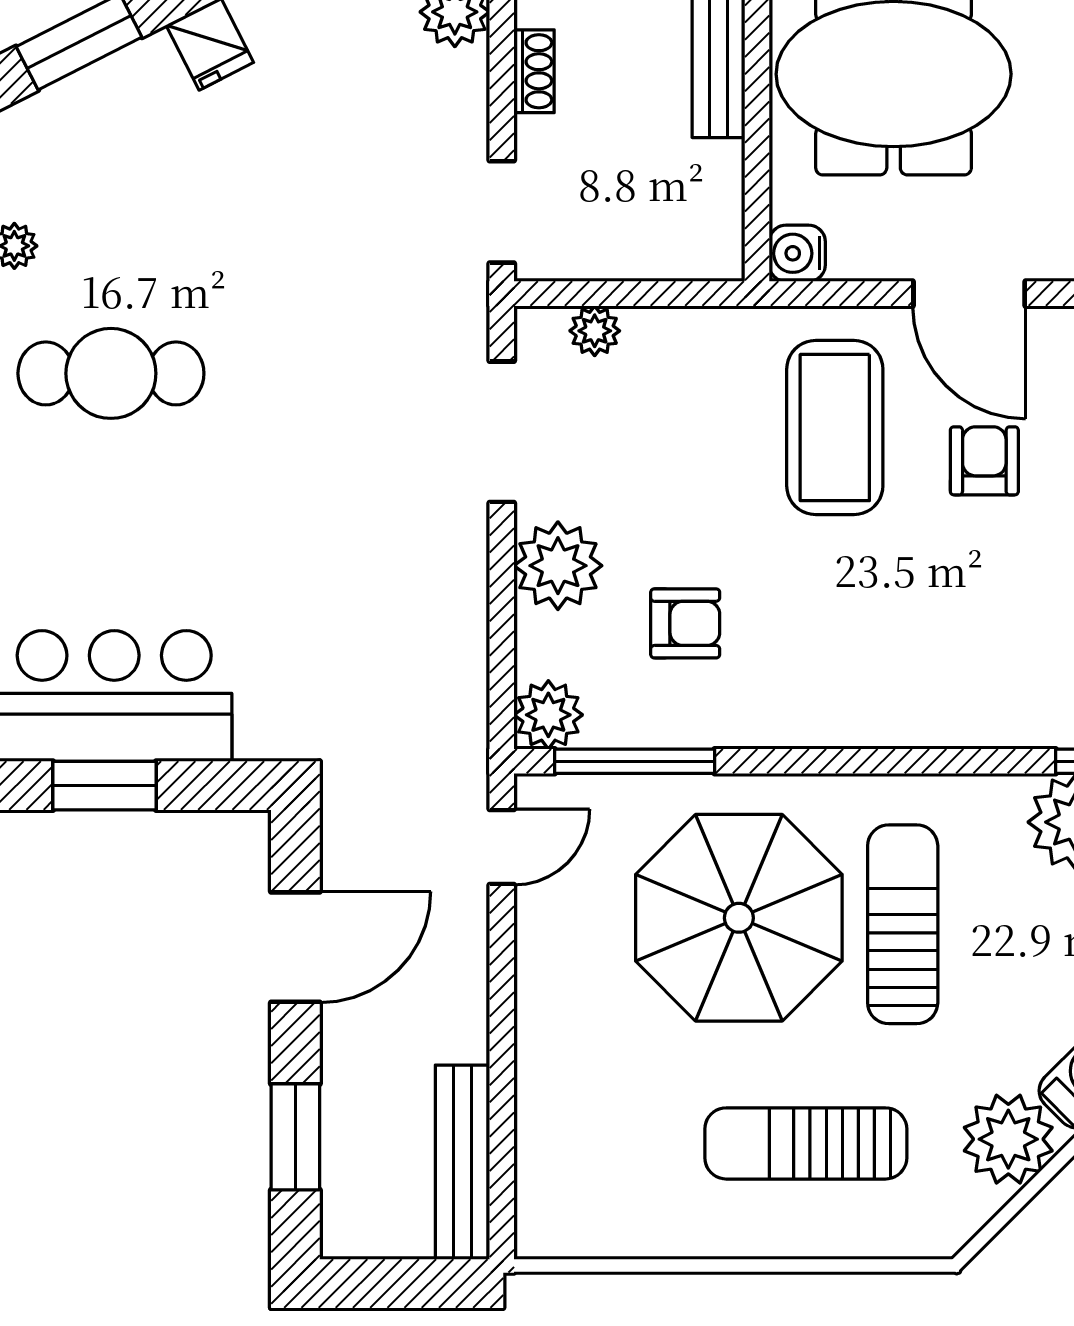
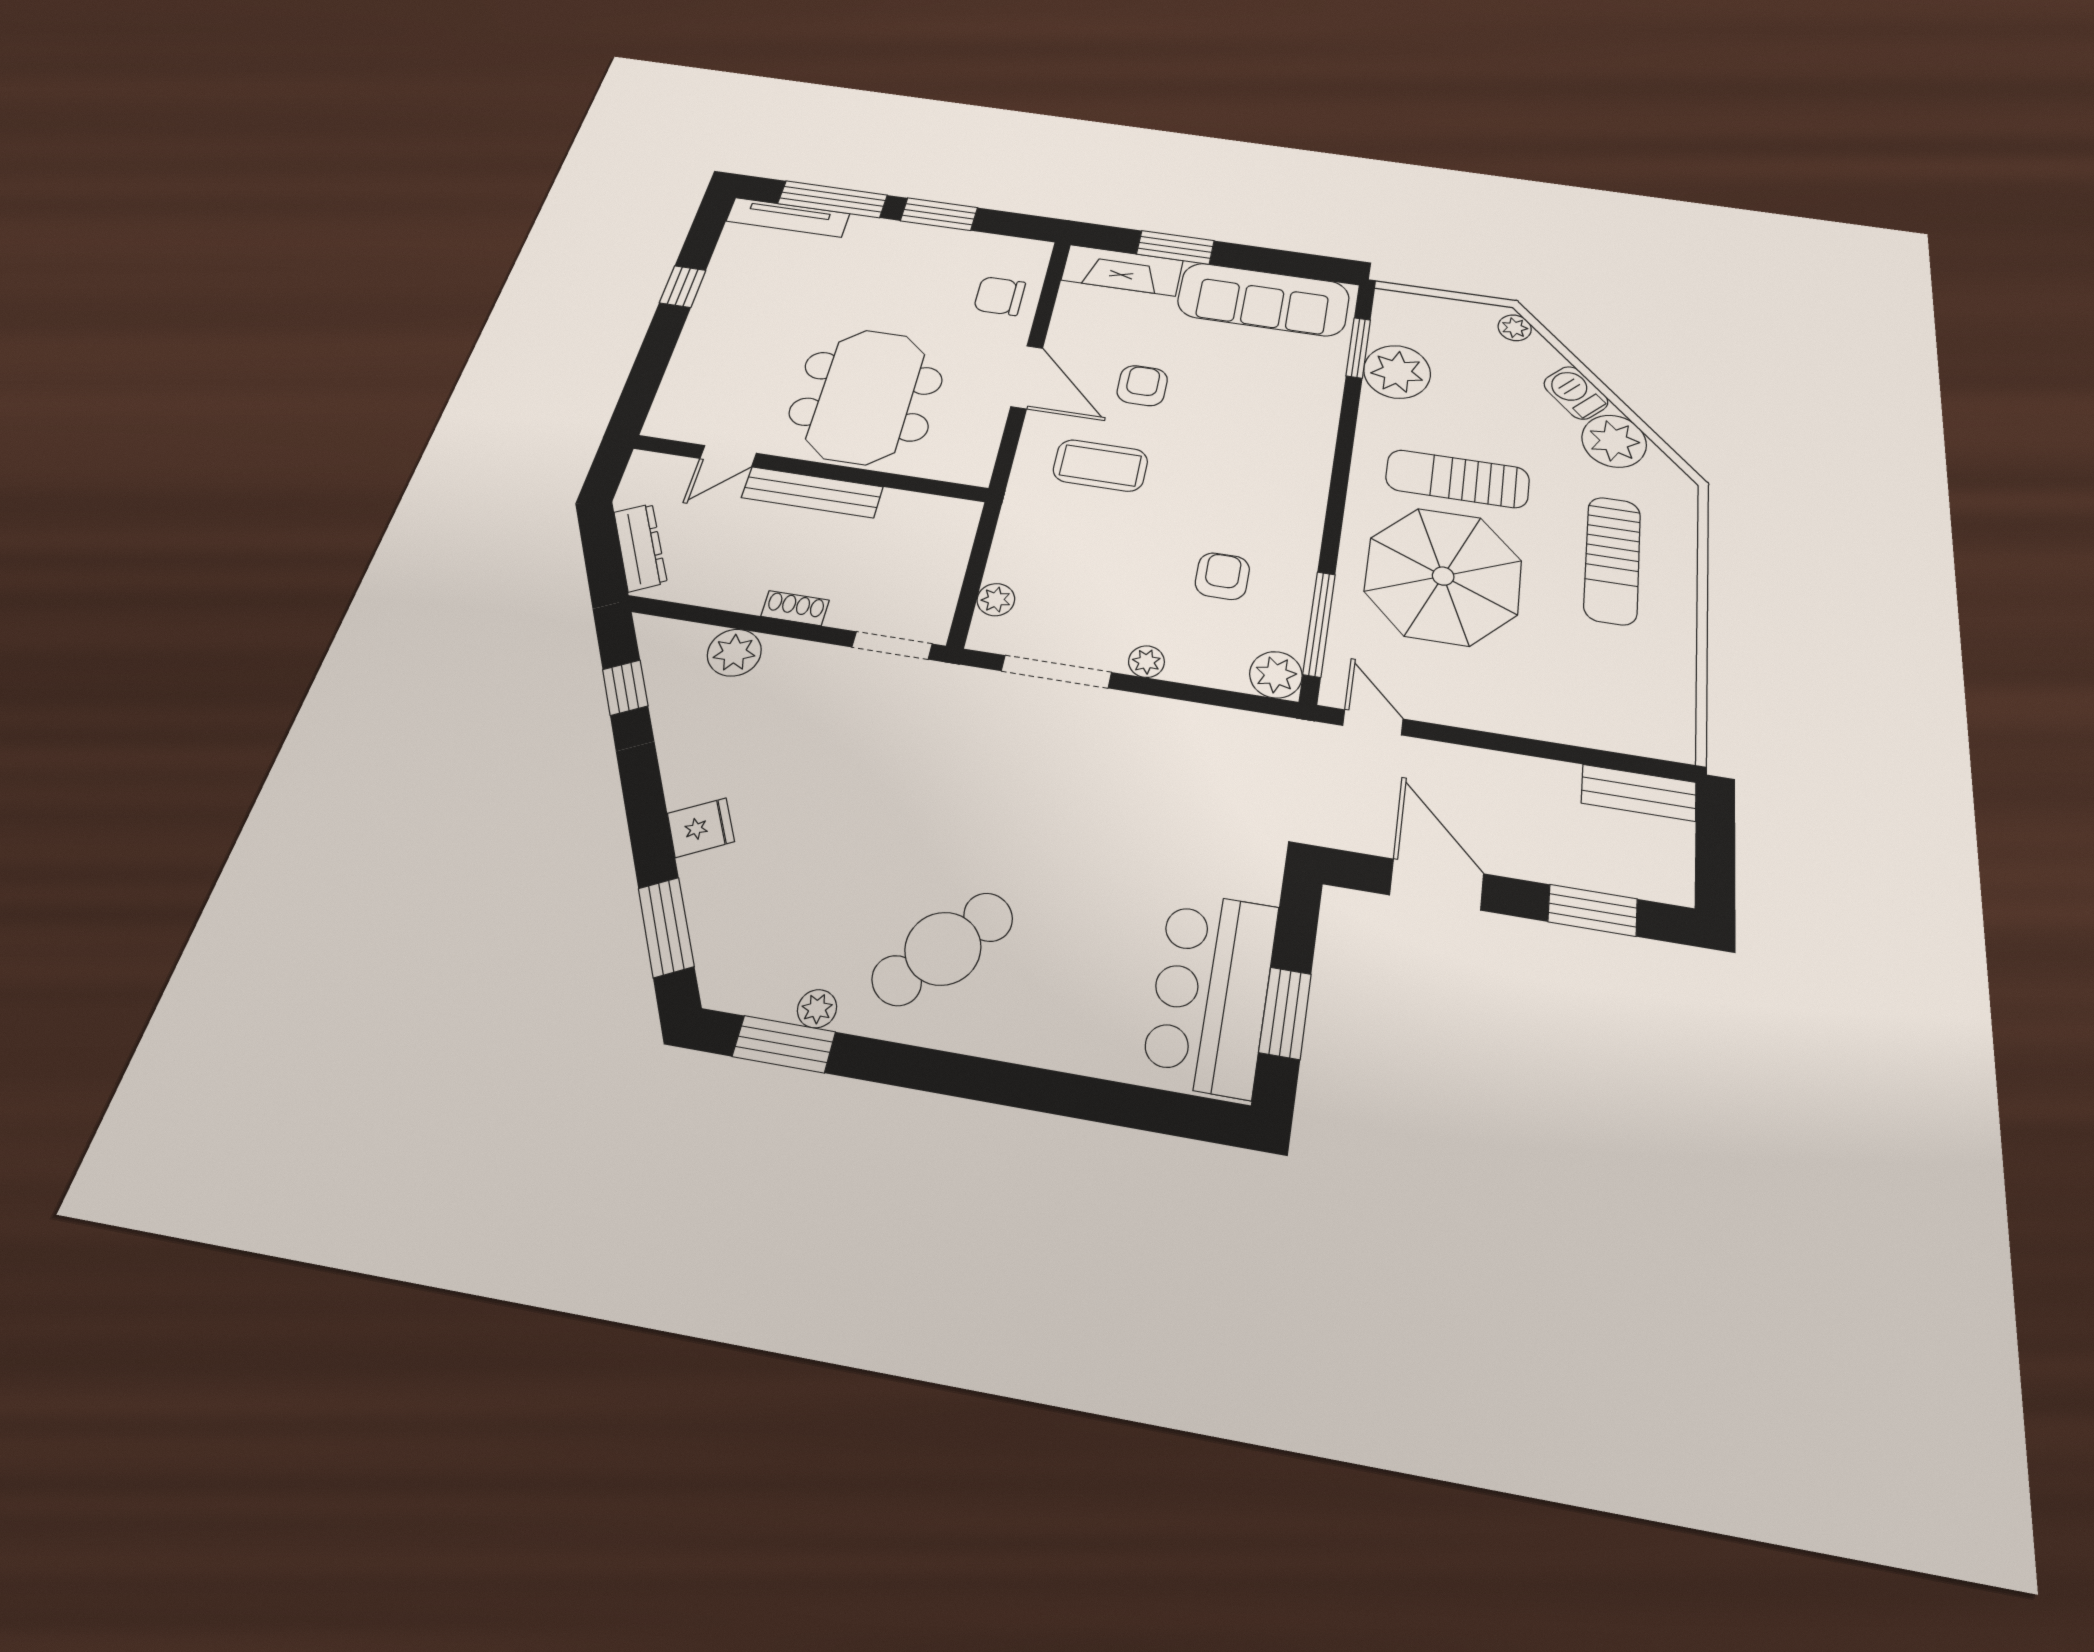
water cooler: (797, 253) -> (973, 469), removed
door: (969, 294) -> (1027, 377), hinge flipped
cafe table: (111, 373) -> (943, 949), turned 43
coffee table: (835, 428) -> (1100, 466), width x0.73, depth x0.76
armchair: (984, 461) -> (1142, 386), turned 90
plant: (558, 566) -> (1146, 662), width x0.53, depth x0.53
bench: (462, 1162) -> (1639, 793), width x0.73

